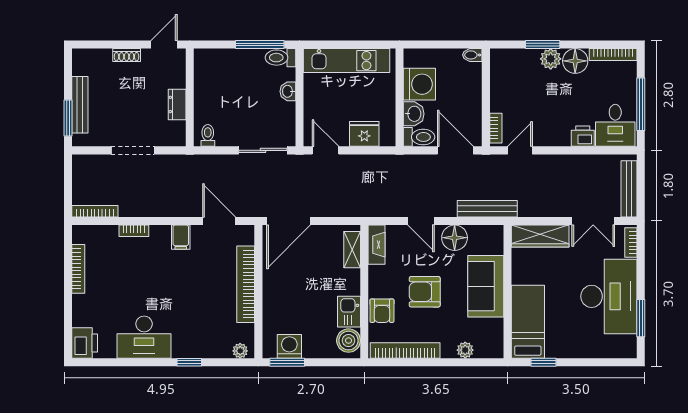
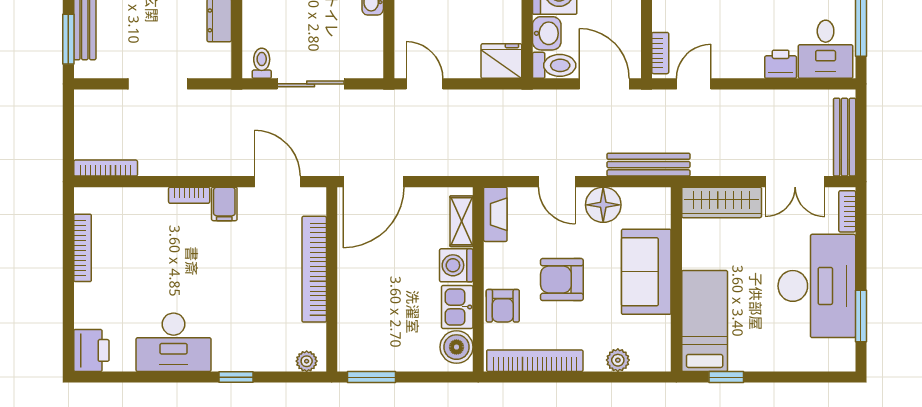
fridge: (364, 134) -> (501, 61), moved
sliding door: (263, 150) -> (311, 84), moved
bookcase: (134, 231) -> (189, 195), moved
washing machine: (289, 346) -> (456, 265), moved, turned -90

